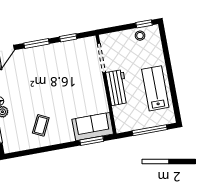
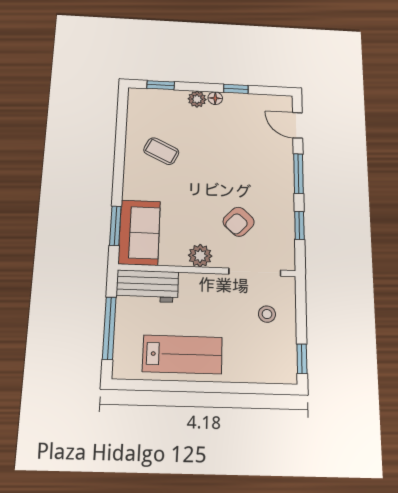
stool: (140, 36) -> (267, 314), moved
armchair: (74, 73) -> (239, 222), added
workbench: (117, 88) -> (147, 286), moved
plant: (99, 90) -> (200, 256), added

